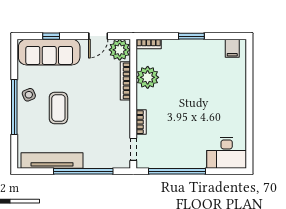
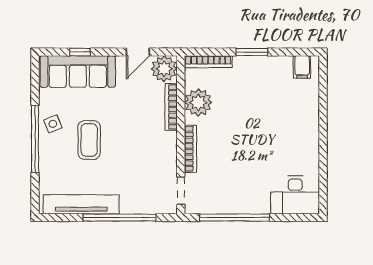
bookcase: (149, 44) -> (208, 62), width x1.56
bookcase: (141, 122) -> (190, 149), width x1.56

